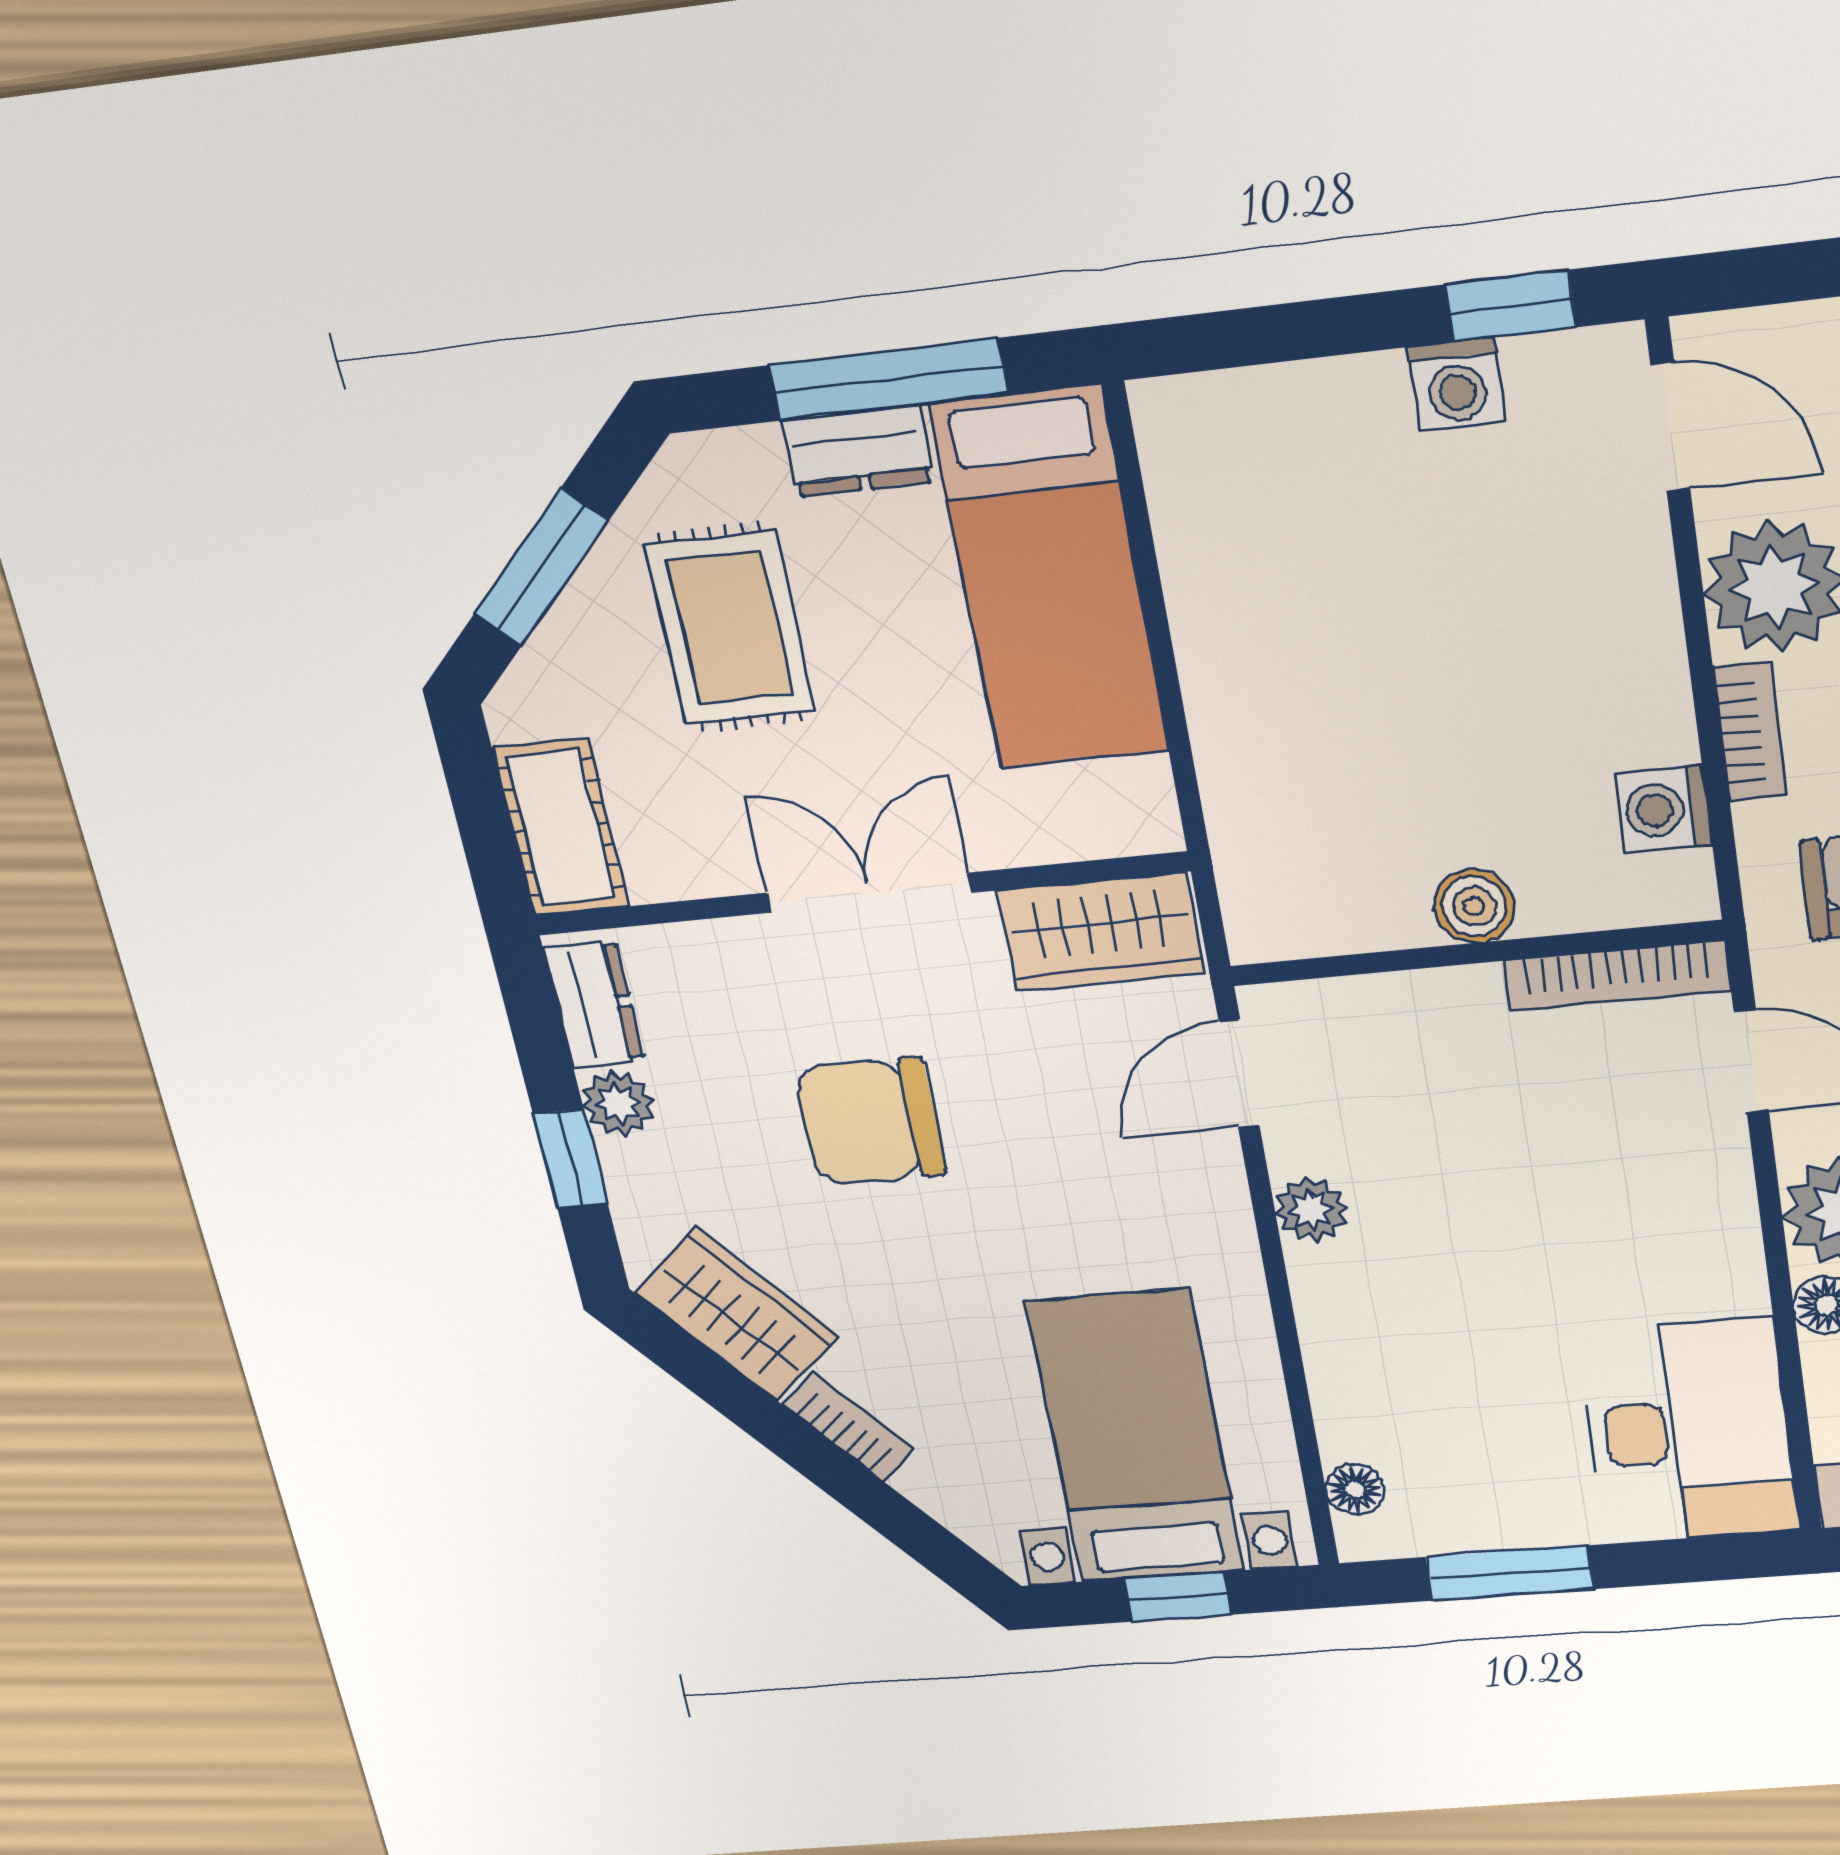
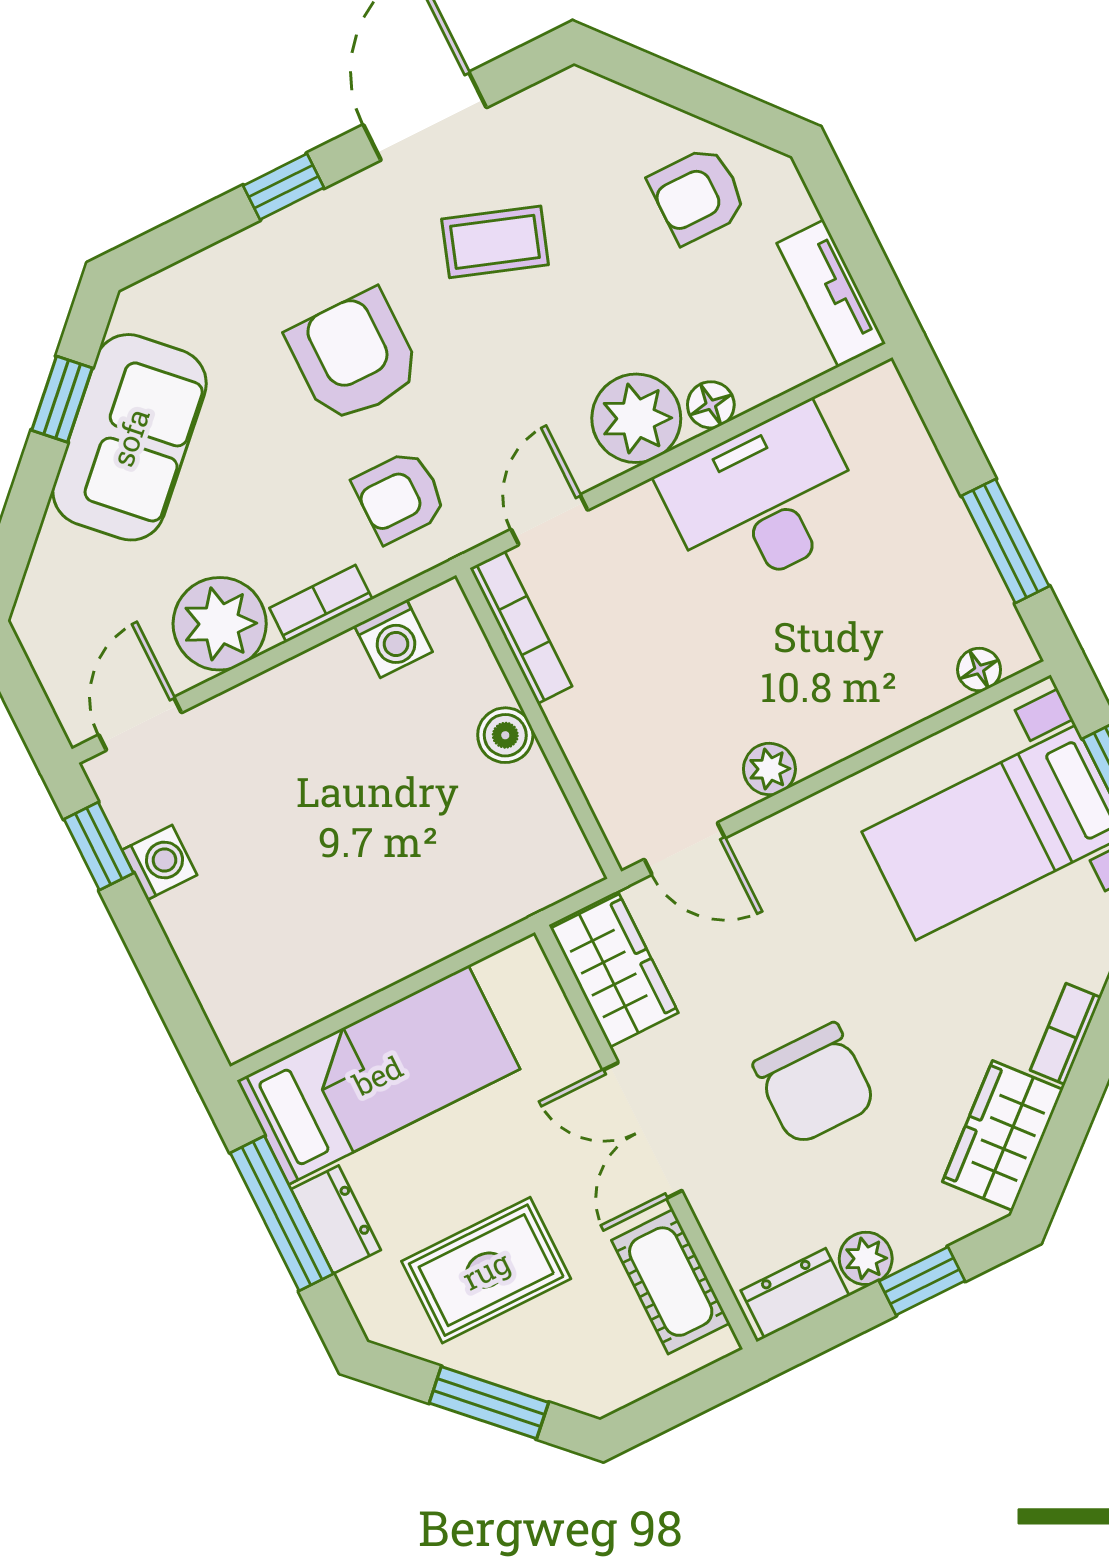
cot: (561, 828) -> (671, 1282), moved, turned 90
desk: (1689, 1431) -> (763, 500), moved

